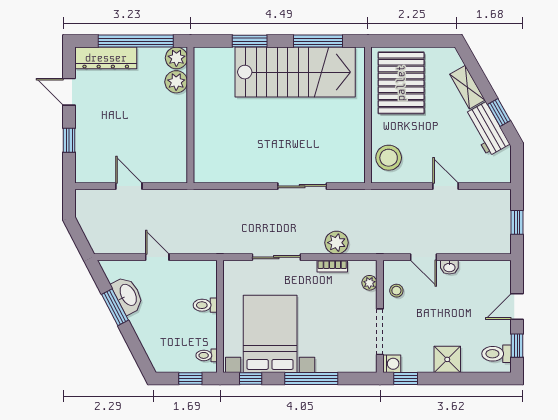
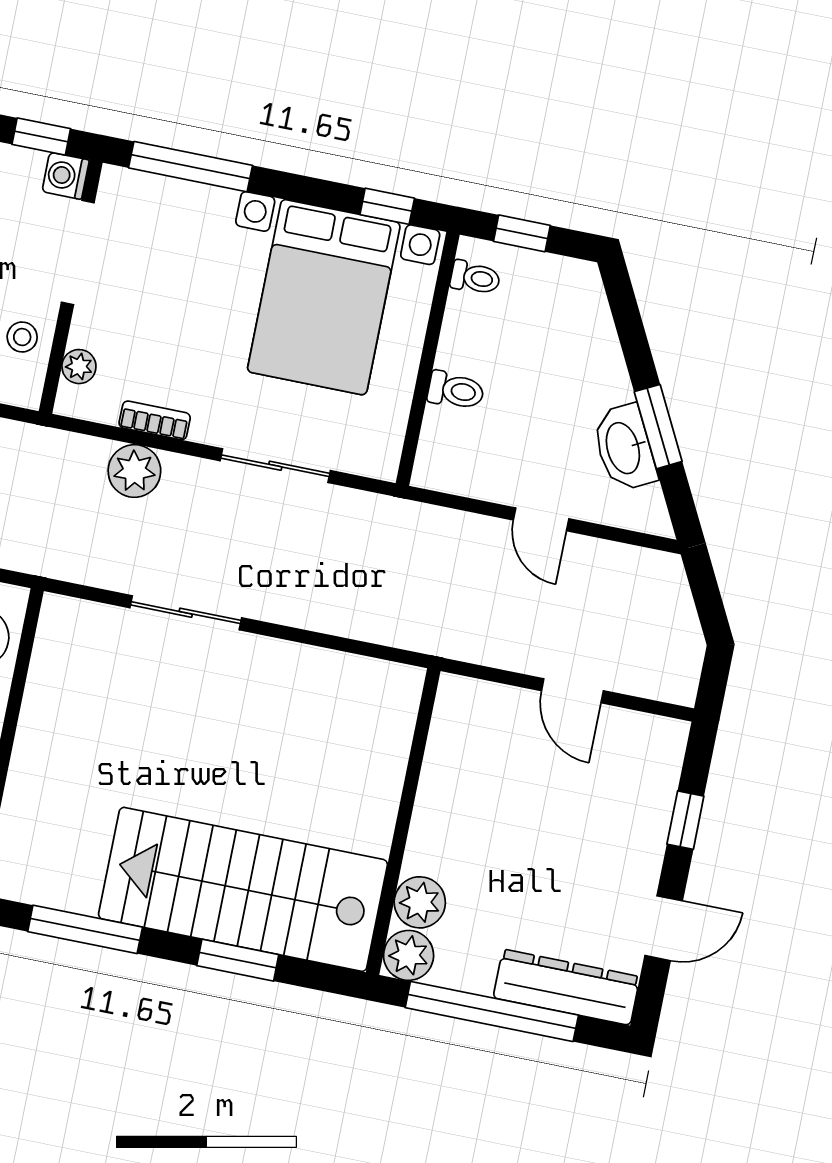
stairs: (295, 72) -> (243, 889), moved
door: (69, 92) -> (664, 928), hinge flipped
window: (311, 379) -> (191, 167), moved

